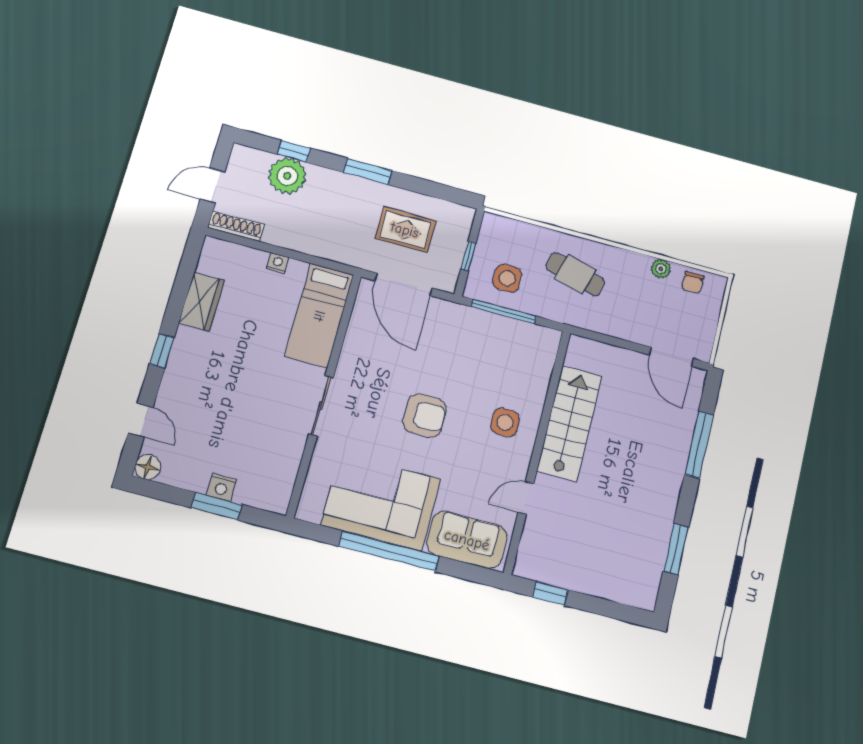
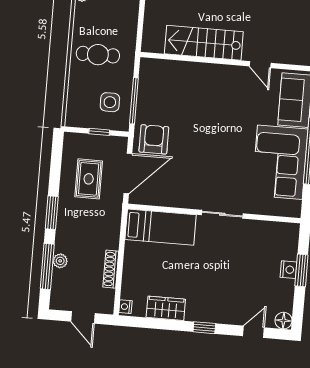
window: (294, 151) -> (47, 266), width x2.17
plant: (287, 176) -> (60, 261), width x0.53, depth x0.53
shoe rack: (236, 226) -> (111, 269), moved
nightstand: (278, 263) -> (125, 307), moved
cafe table: (575, 274) -> (98, 55), turned 75
armchair: (425, 415) -> (154, 139), moved
side table: (505, 422) -> (211, 87), removed

